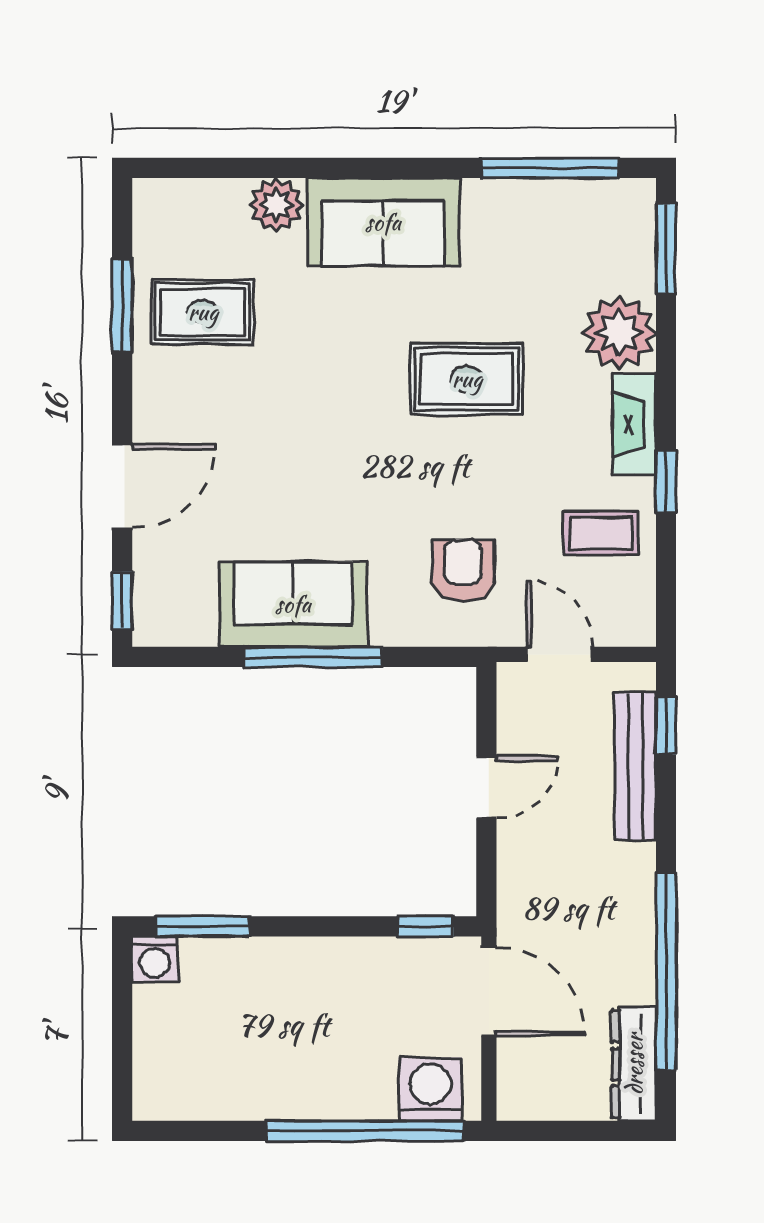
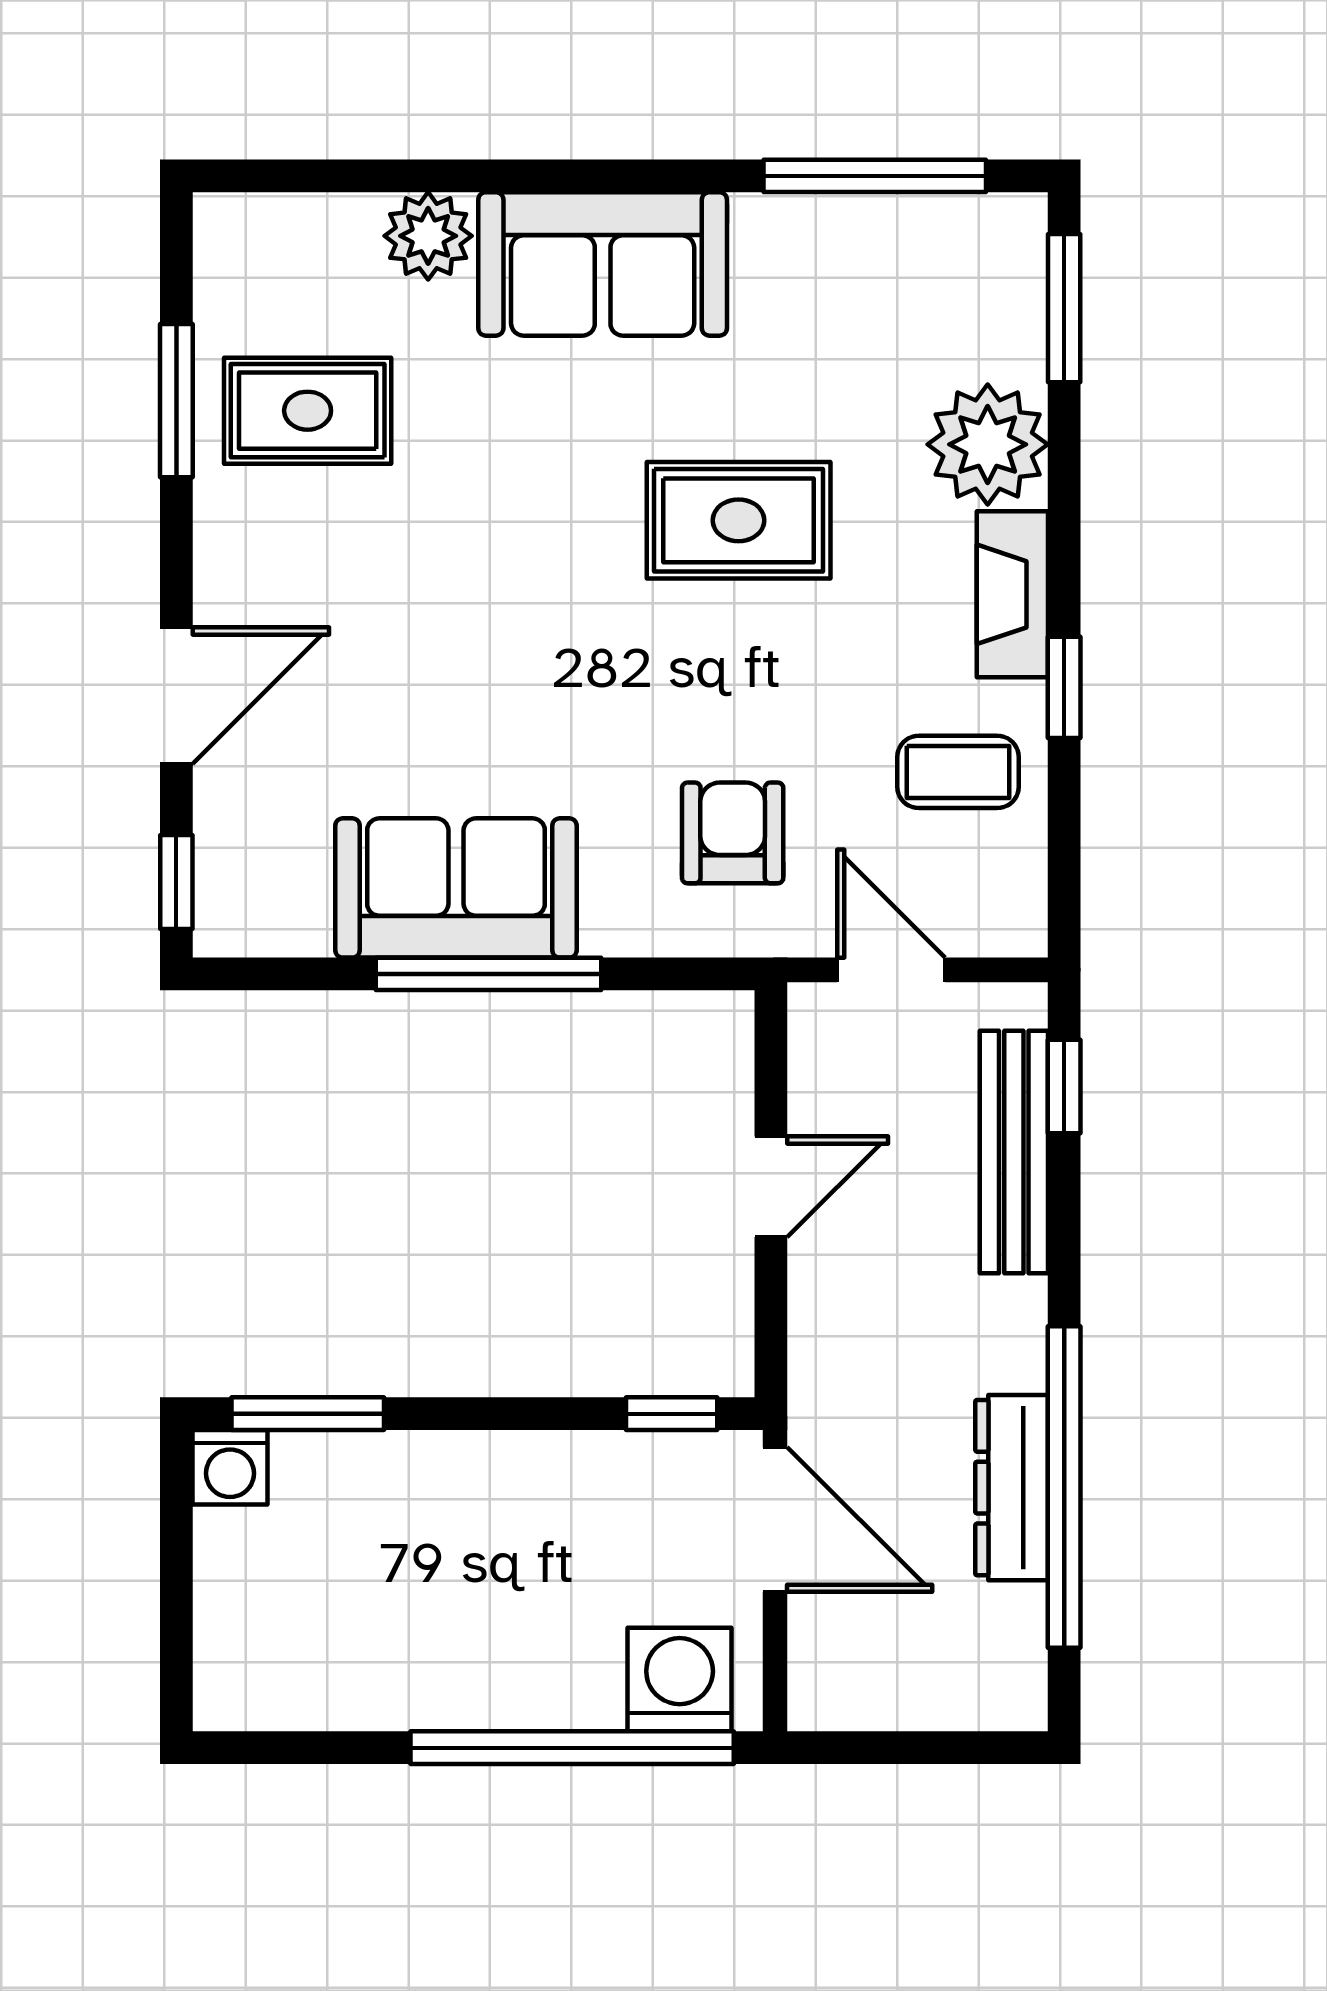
dresser: (634, 1064) -> (1012, 1488), moved

